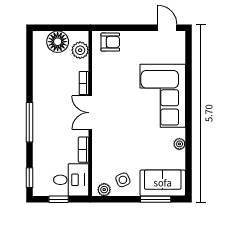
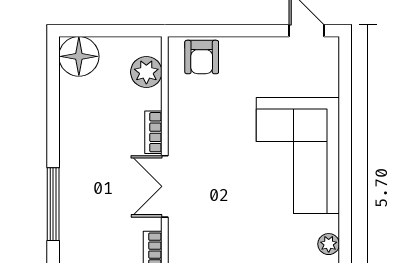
floor lamp: (58, 42) -> (79, 56), moved
armchair: (110, 42) -> (202, 57), turned 90

